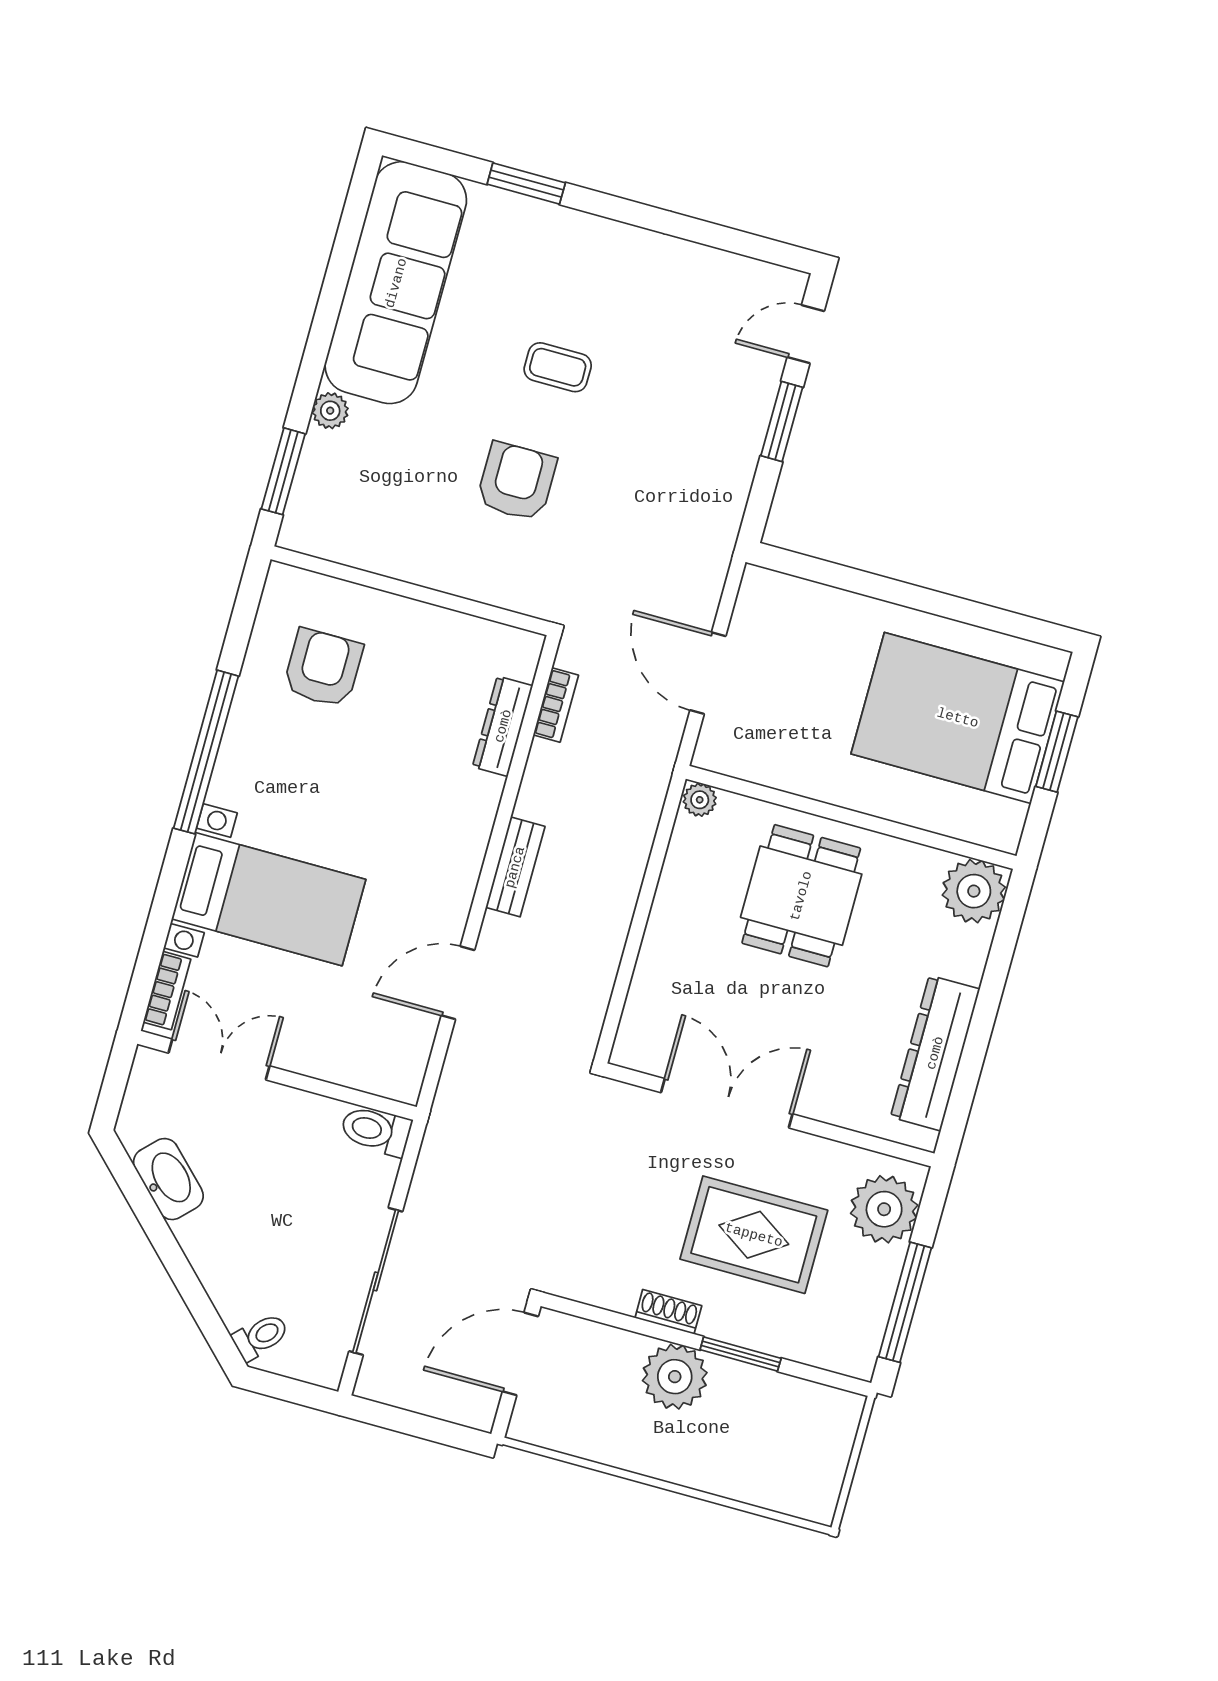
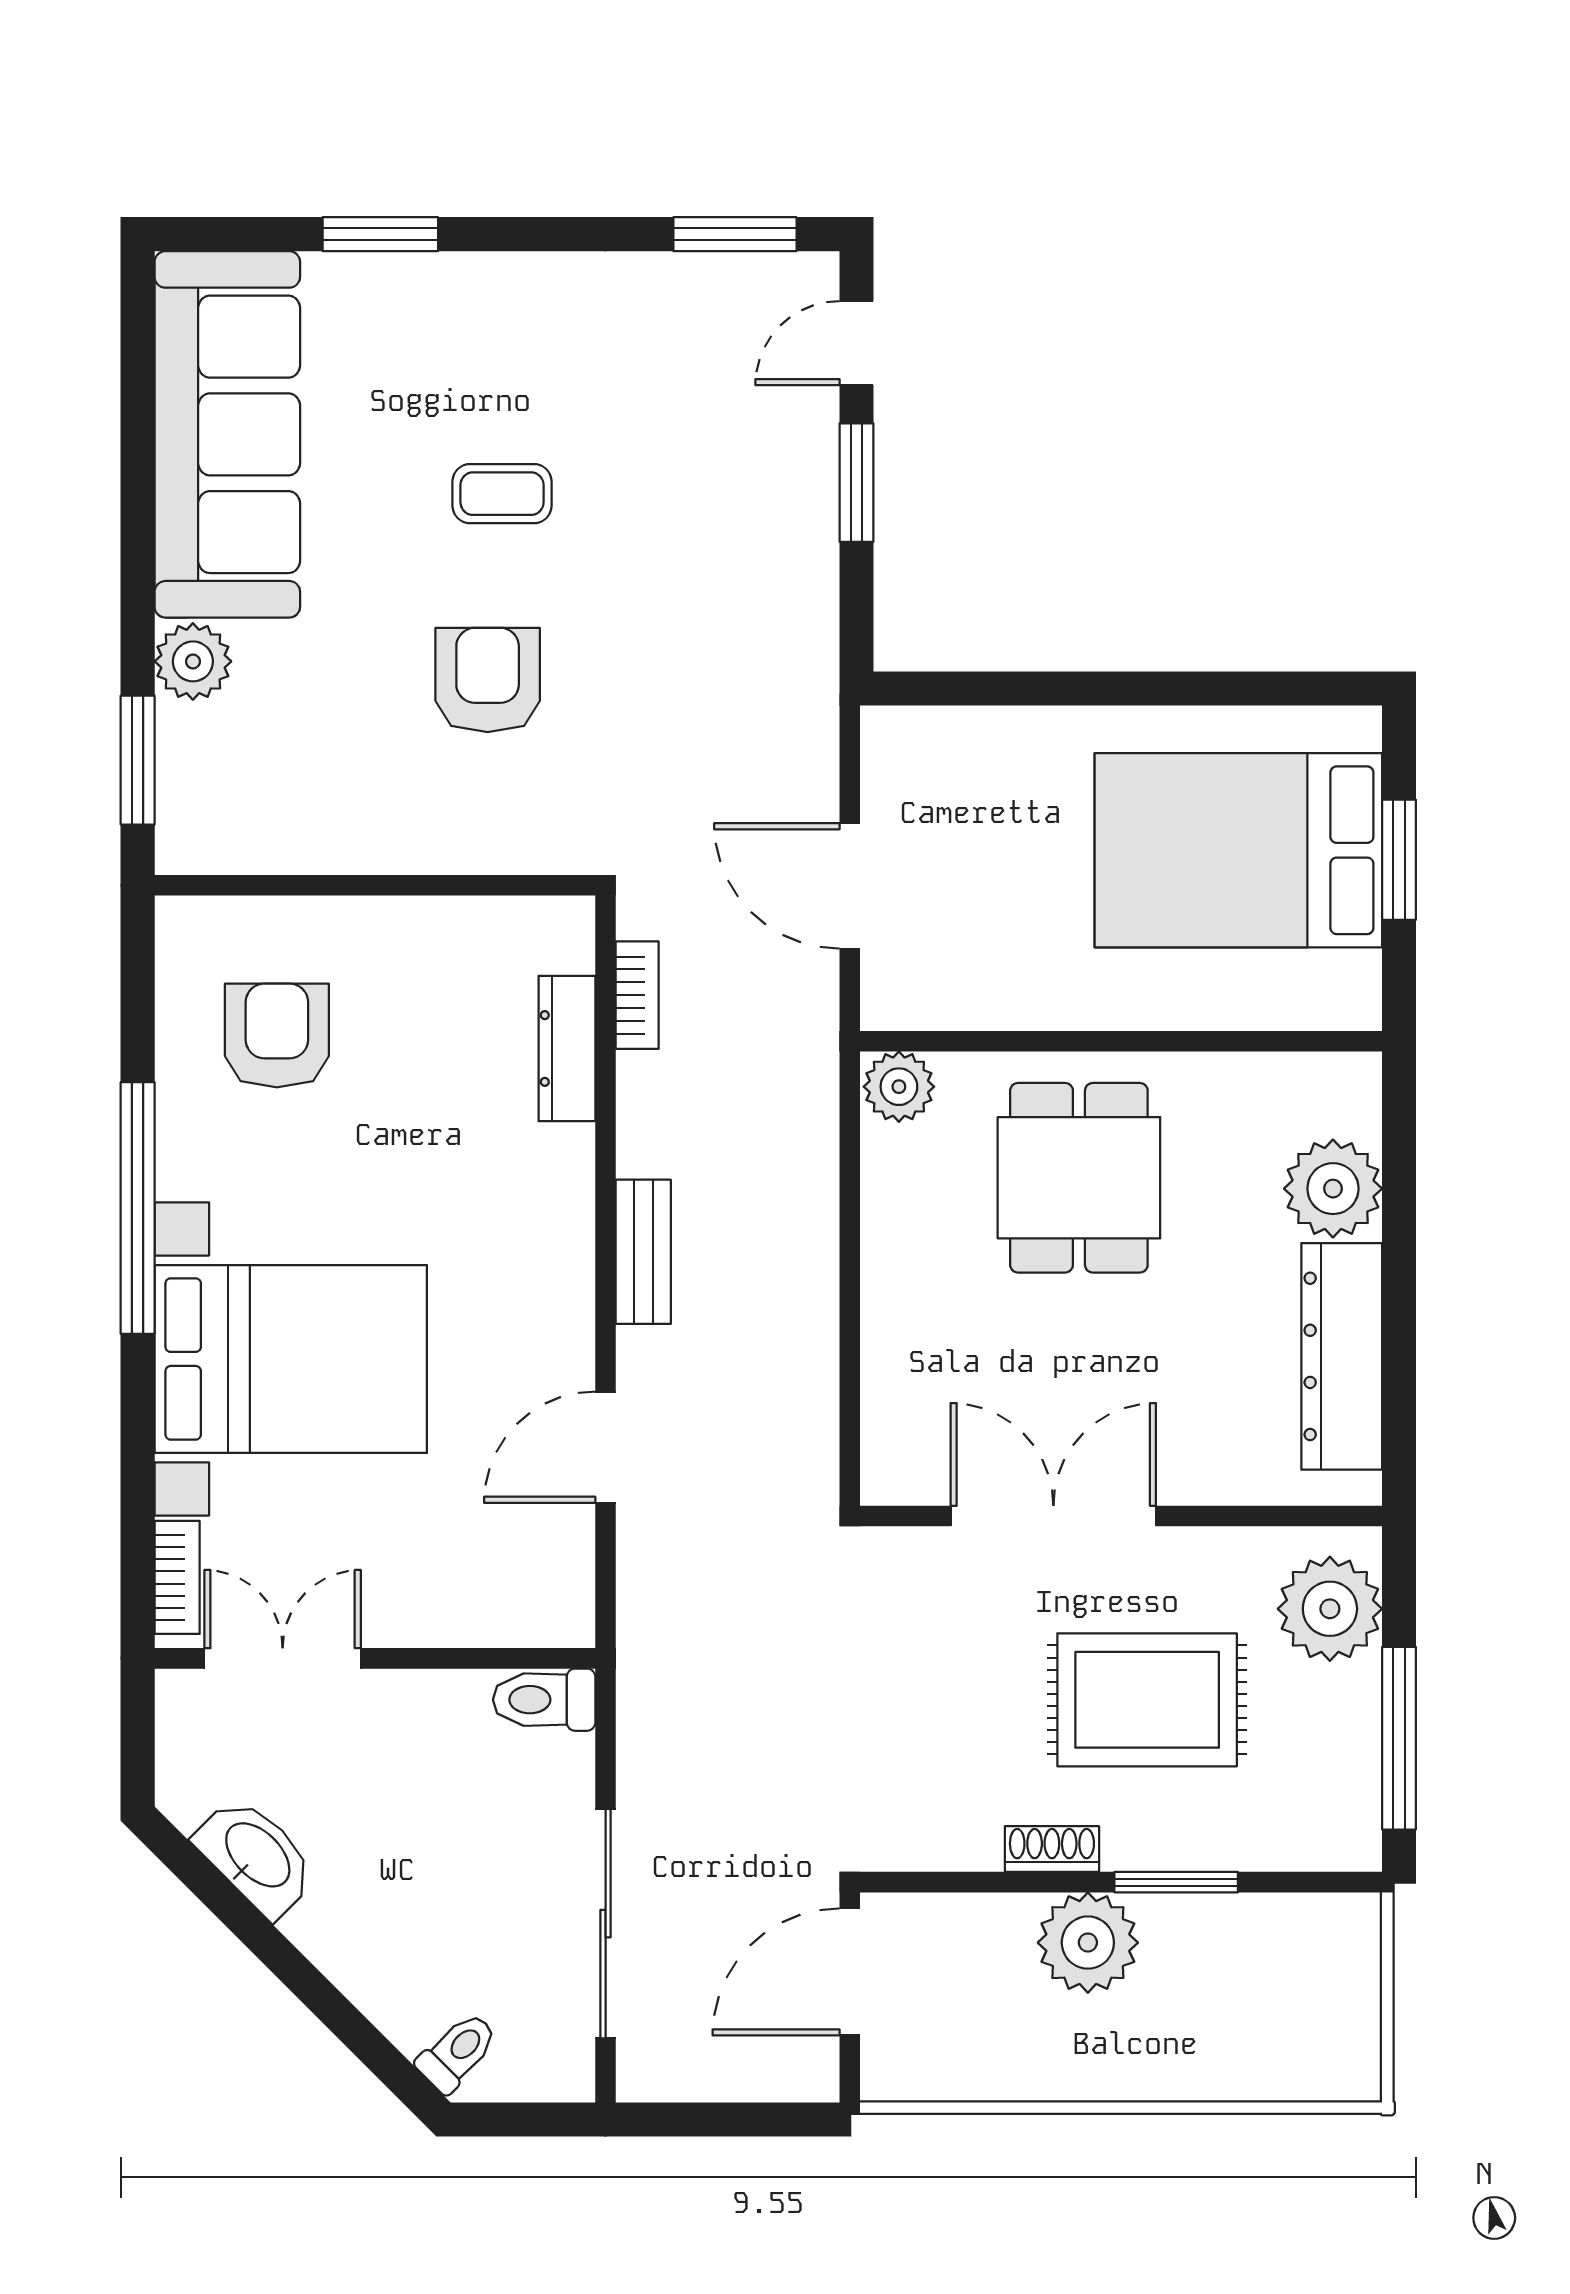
window: (749, 245) -> (735, 234), added
plant: (330, 411) -> (193, 661), width x1.38, depth x1.38
plant: (700, 800) -> (899, 1087), width x1.38, depth x1.38
plant: (974, 891) -> (1333, 1189), moved
bed with nightstands: (269, 899) -> (291, 1359), width x1.36

